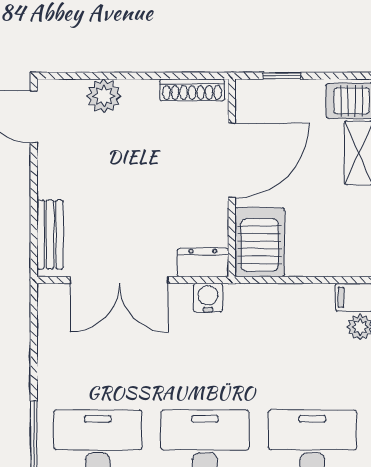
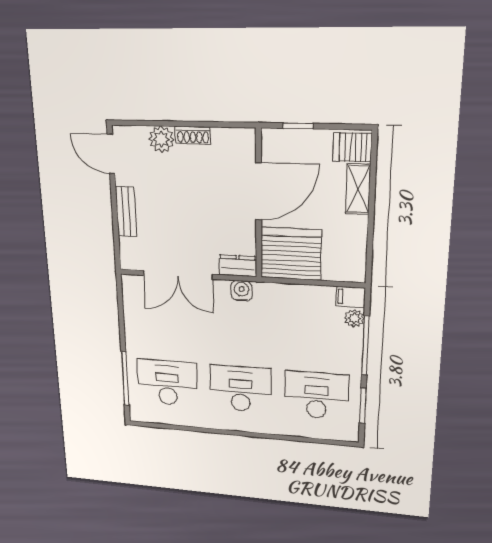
shoe rack: (192, 90) -> (193, 135), moved, width x0.70
bench: (50, 235) -> (126, 212), moved
server rack: (260, 242) -> (291, 254), width x1.60

